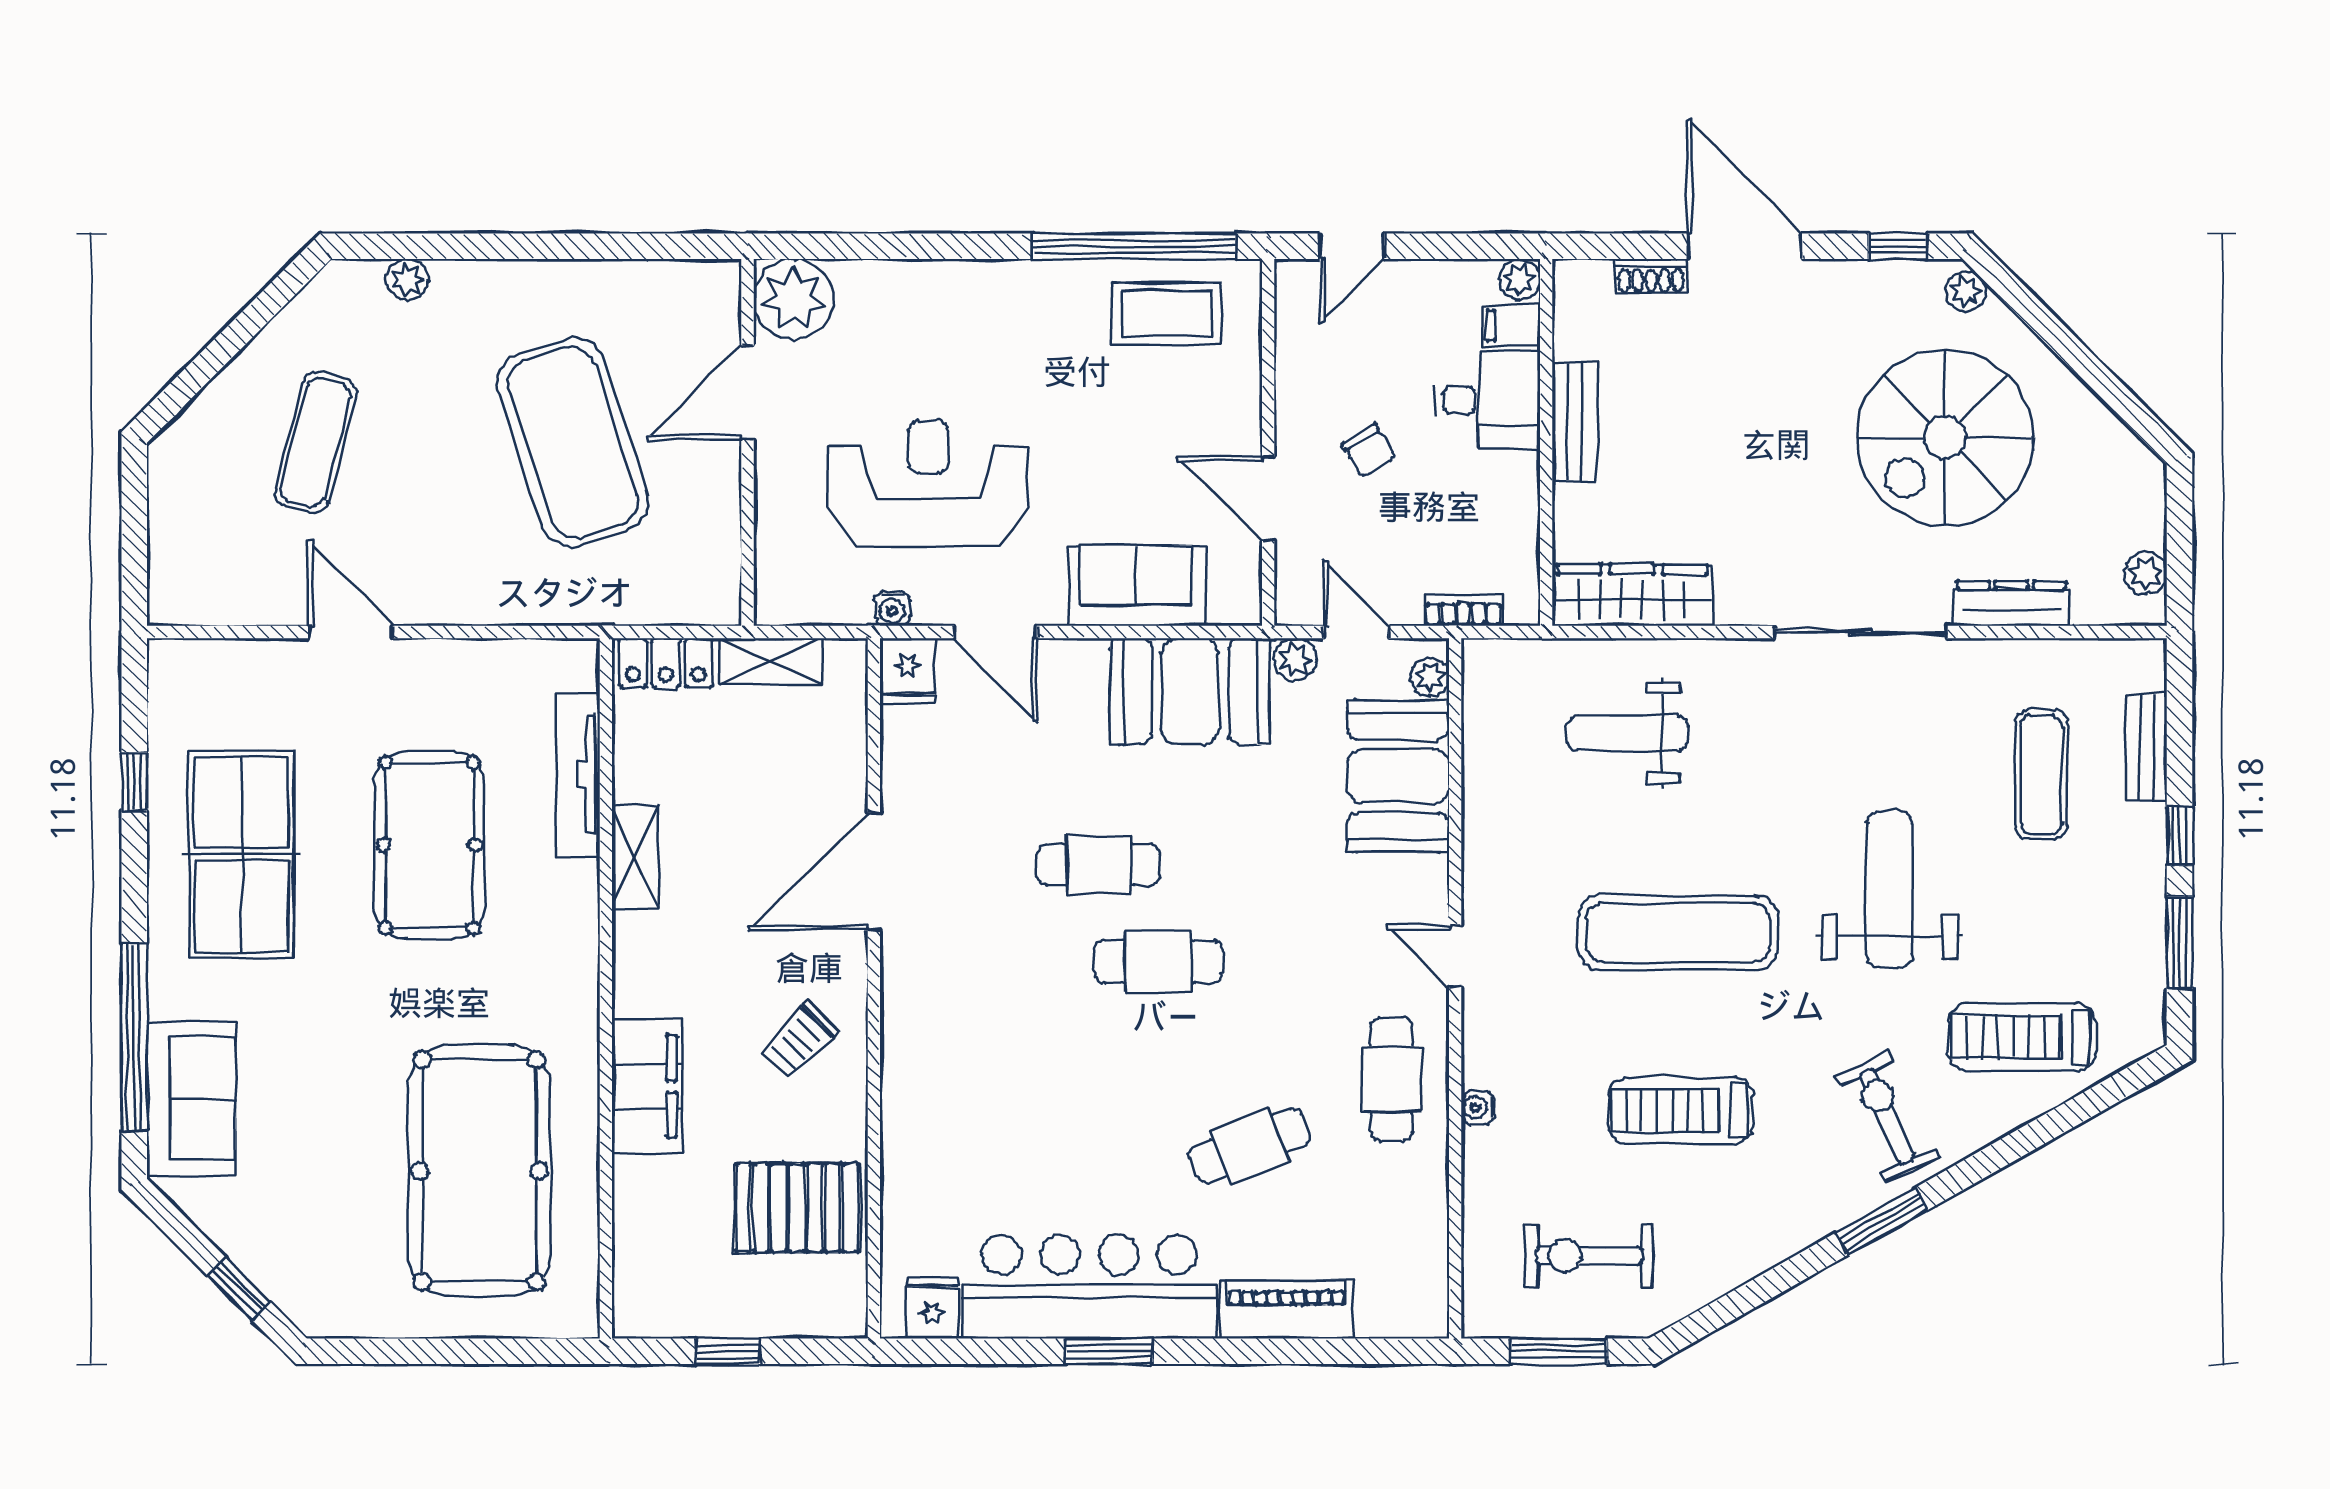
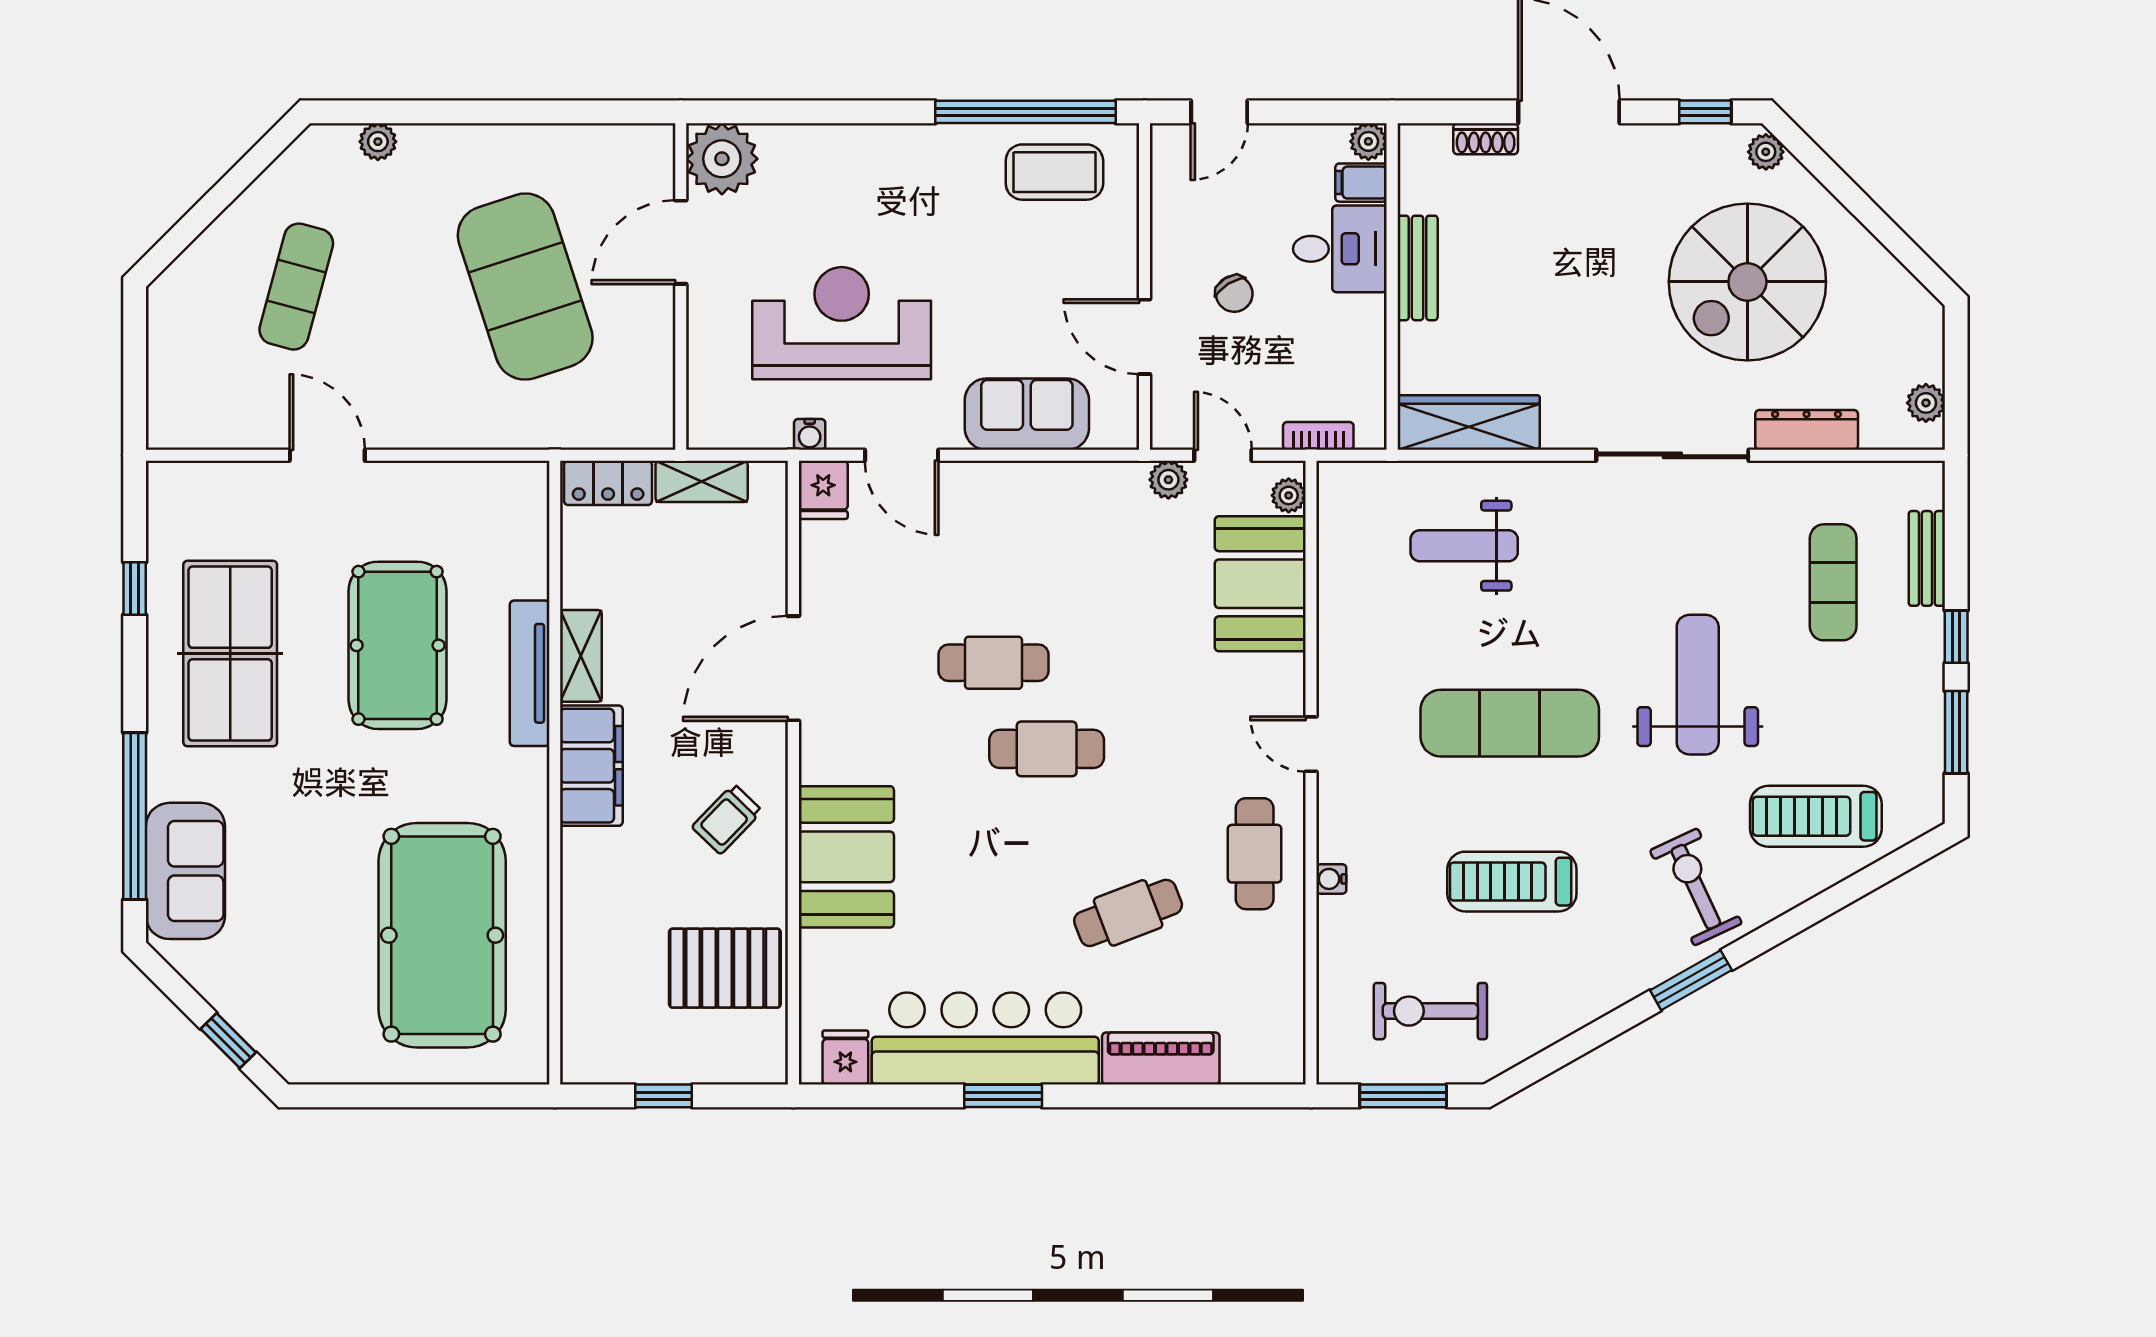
booth: (1190, 691) -> (846, 857), moved, turned 90
tv unit: (578, 774) -> (530, 673), moved
filing cabinet: (647, 1086) -> (591, 766), moved

